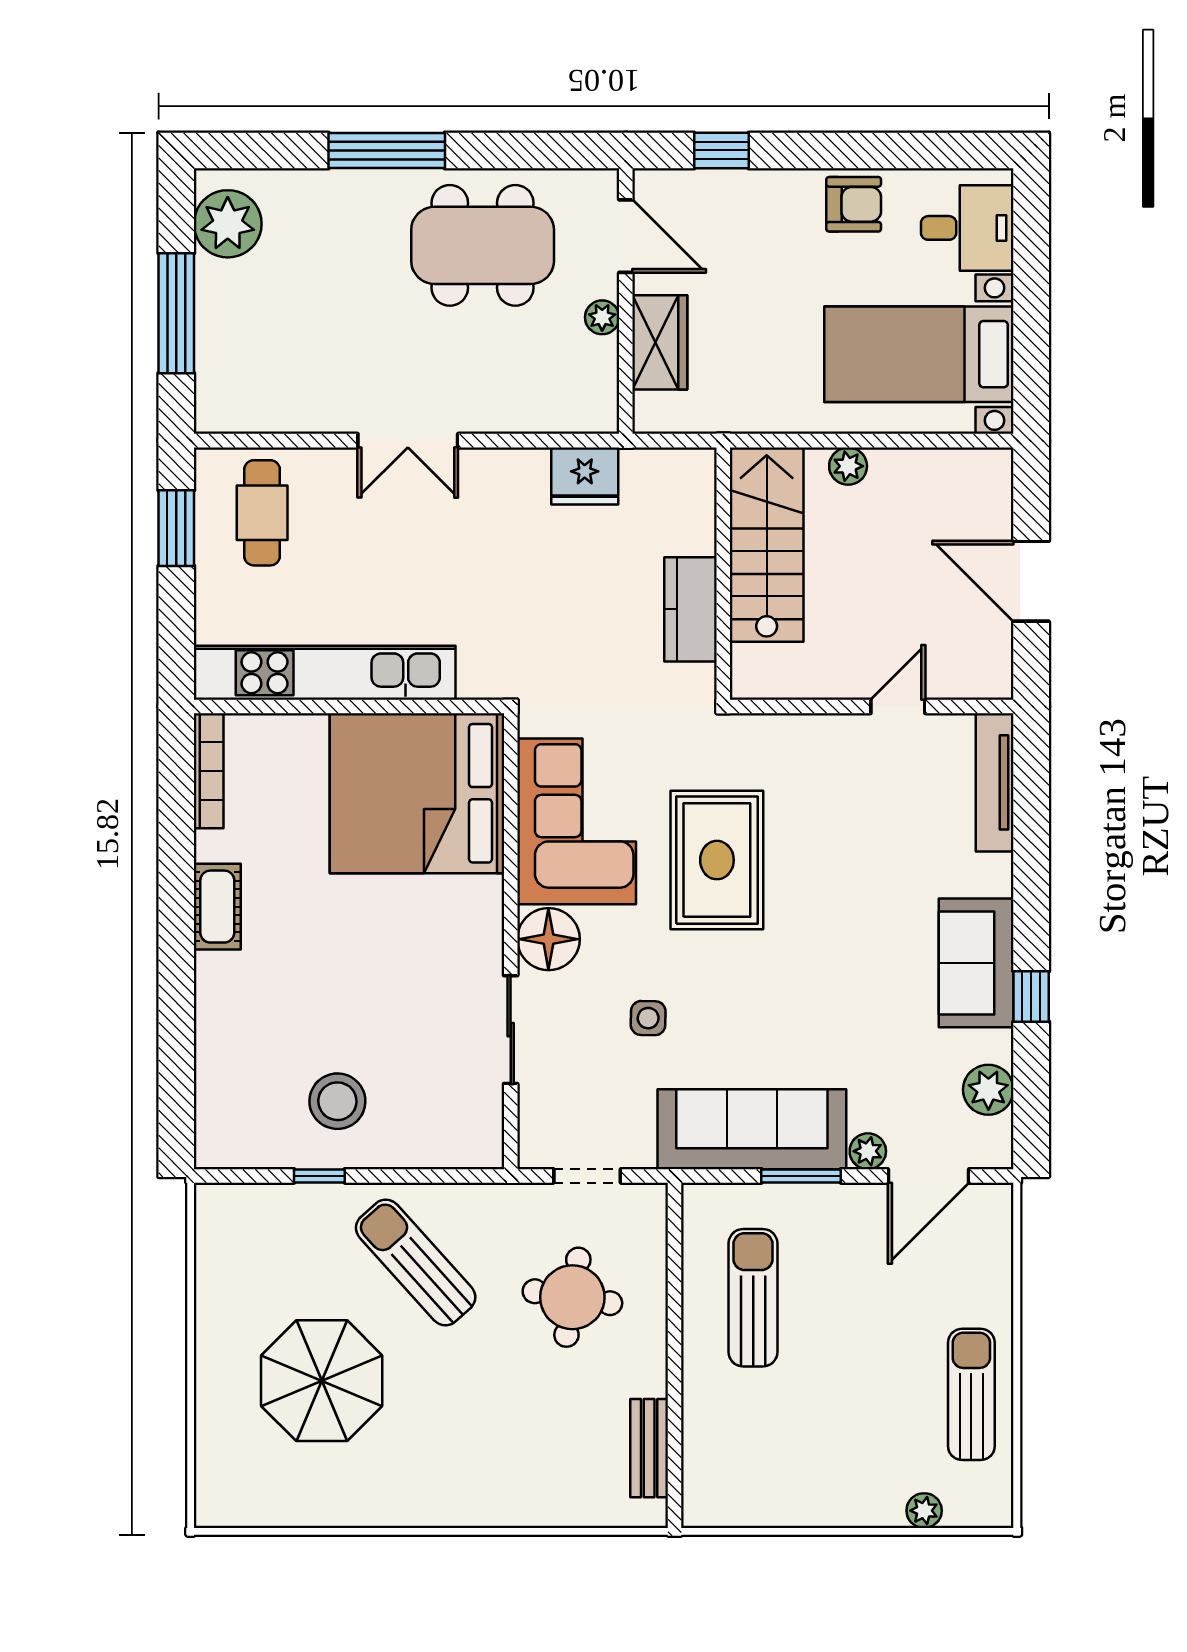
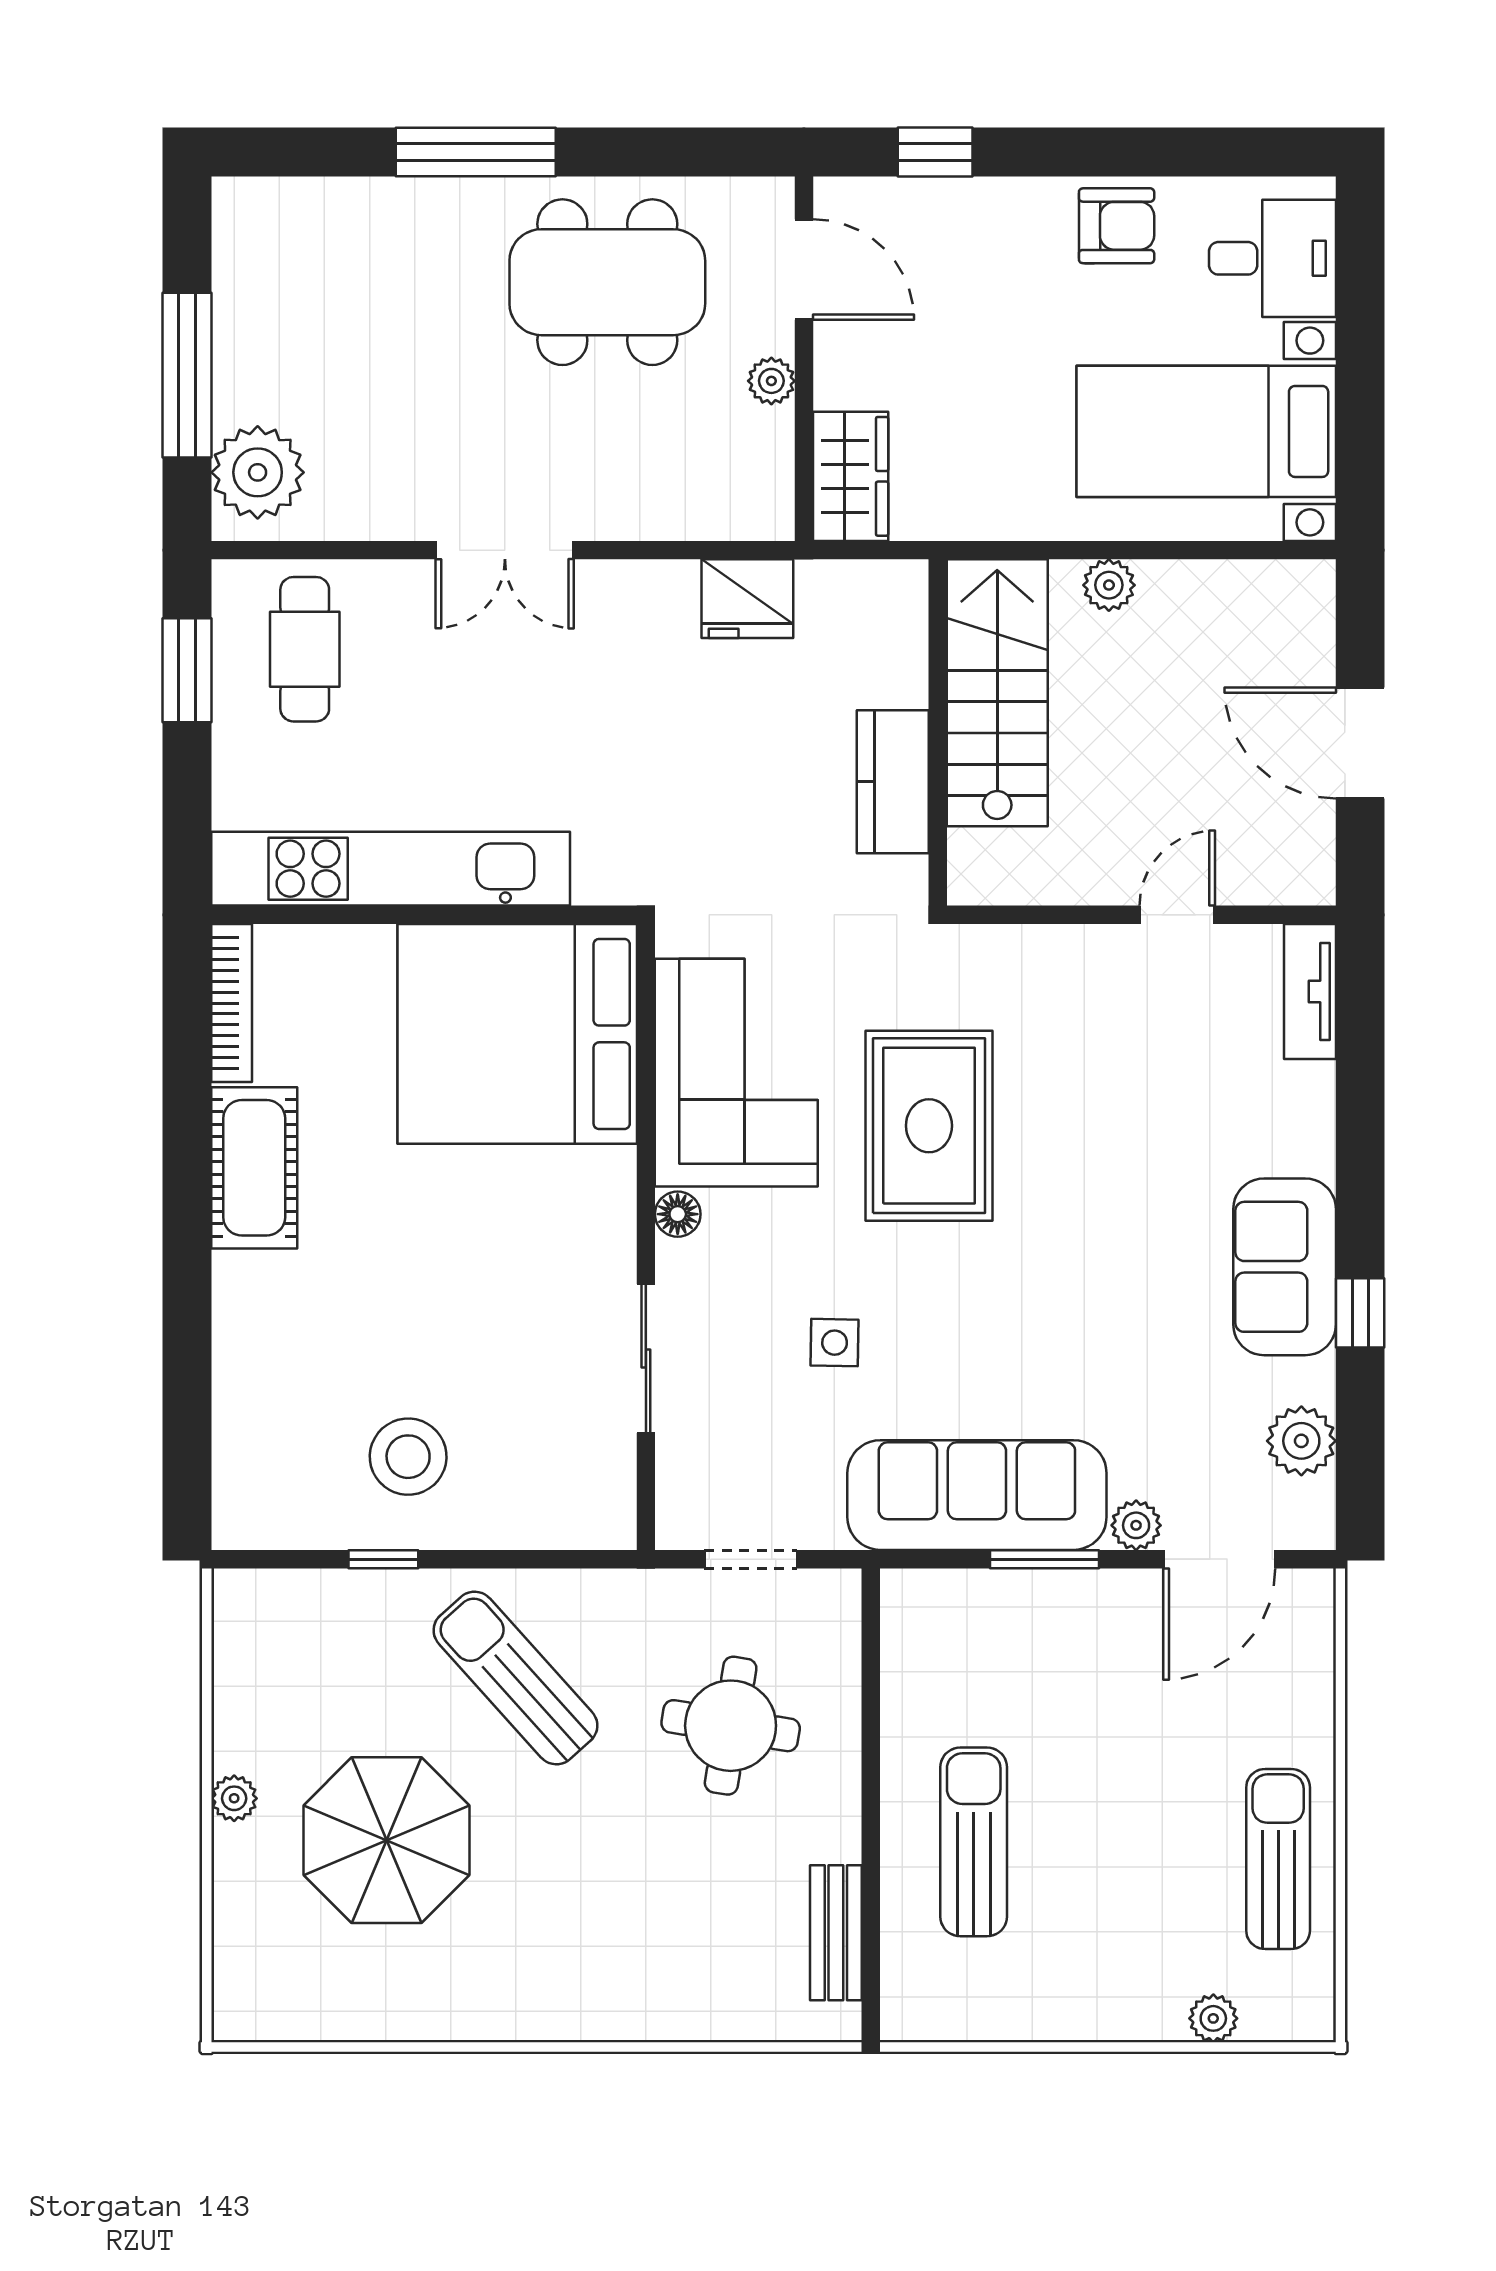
plant: (228, 224) -> (258, 472), moved
wardrobe: (660, 342) -> (851, 476), moved
tv unit: (995, 782) -> (1310, 991), width x0.71
cot: (217, 907) -> (254, 1168), width x1.37, depth x1.34
floor lamp: (548, 939) -> (678, 1214), width x0.53, depth x0.53
sun lounger: (753, 1298) -> (974, 1842), moved
plant: (211, 1350) -> (234, 1798), added

